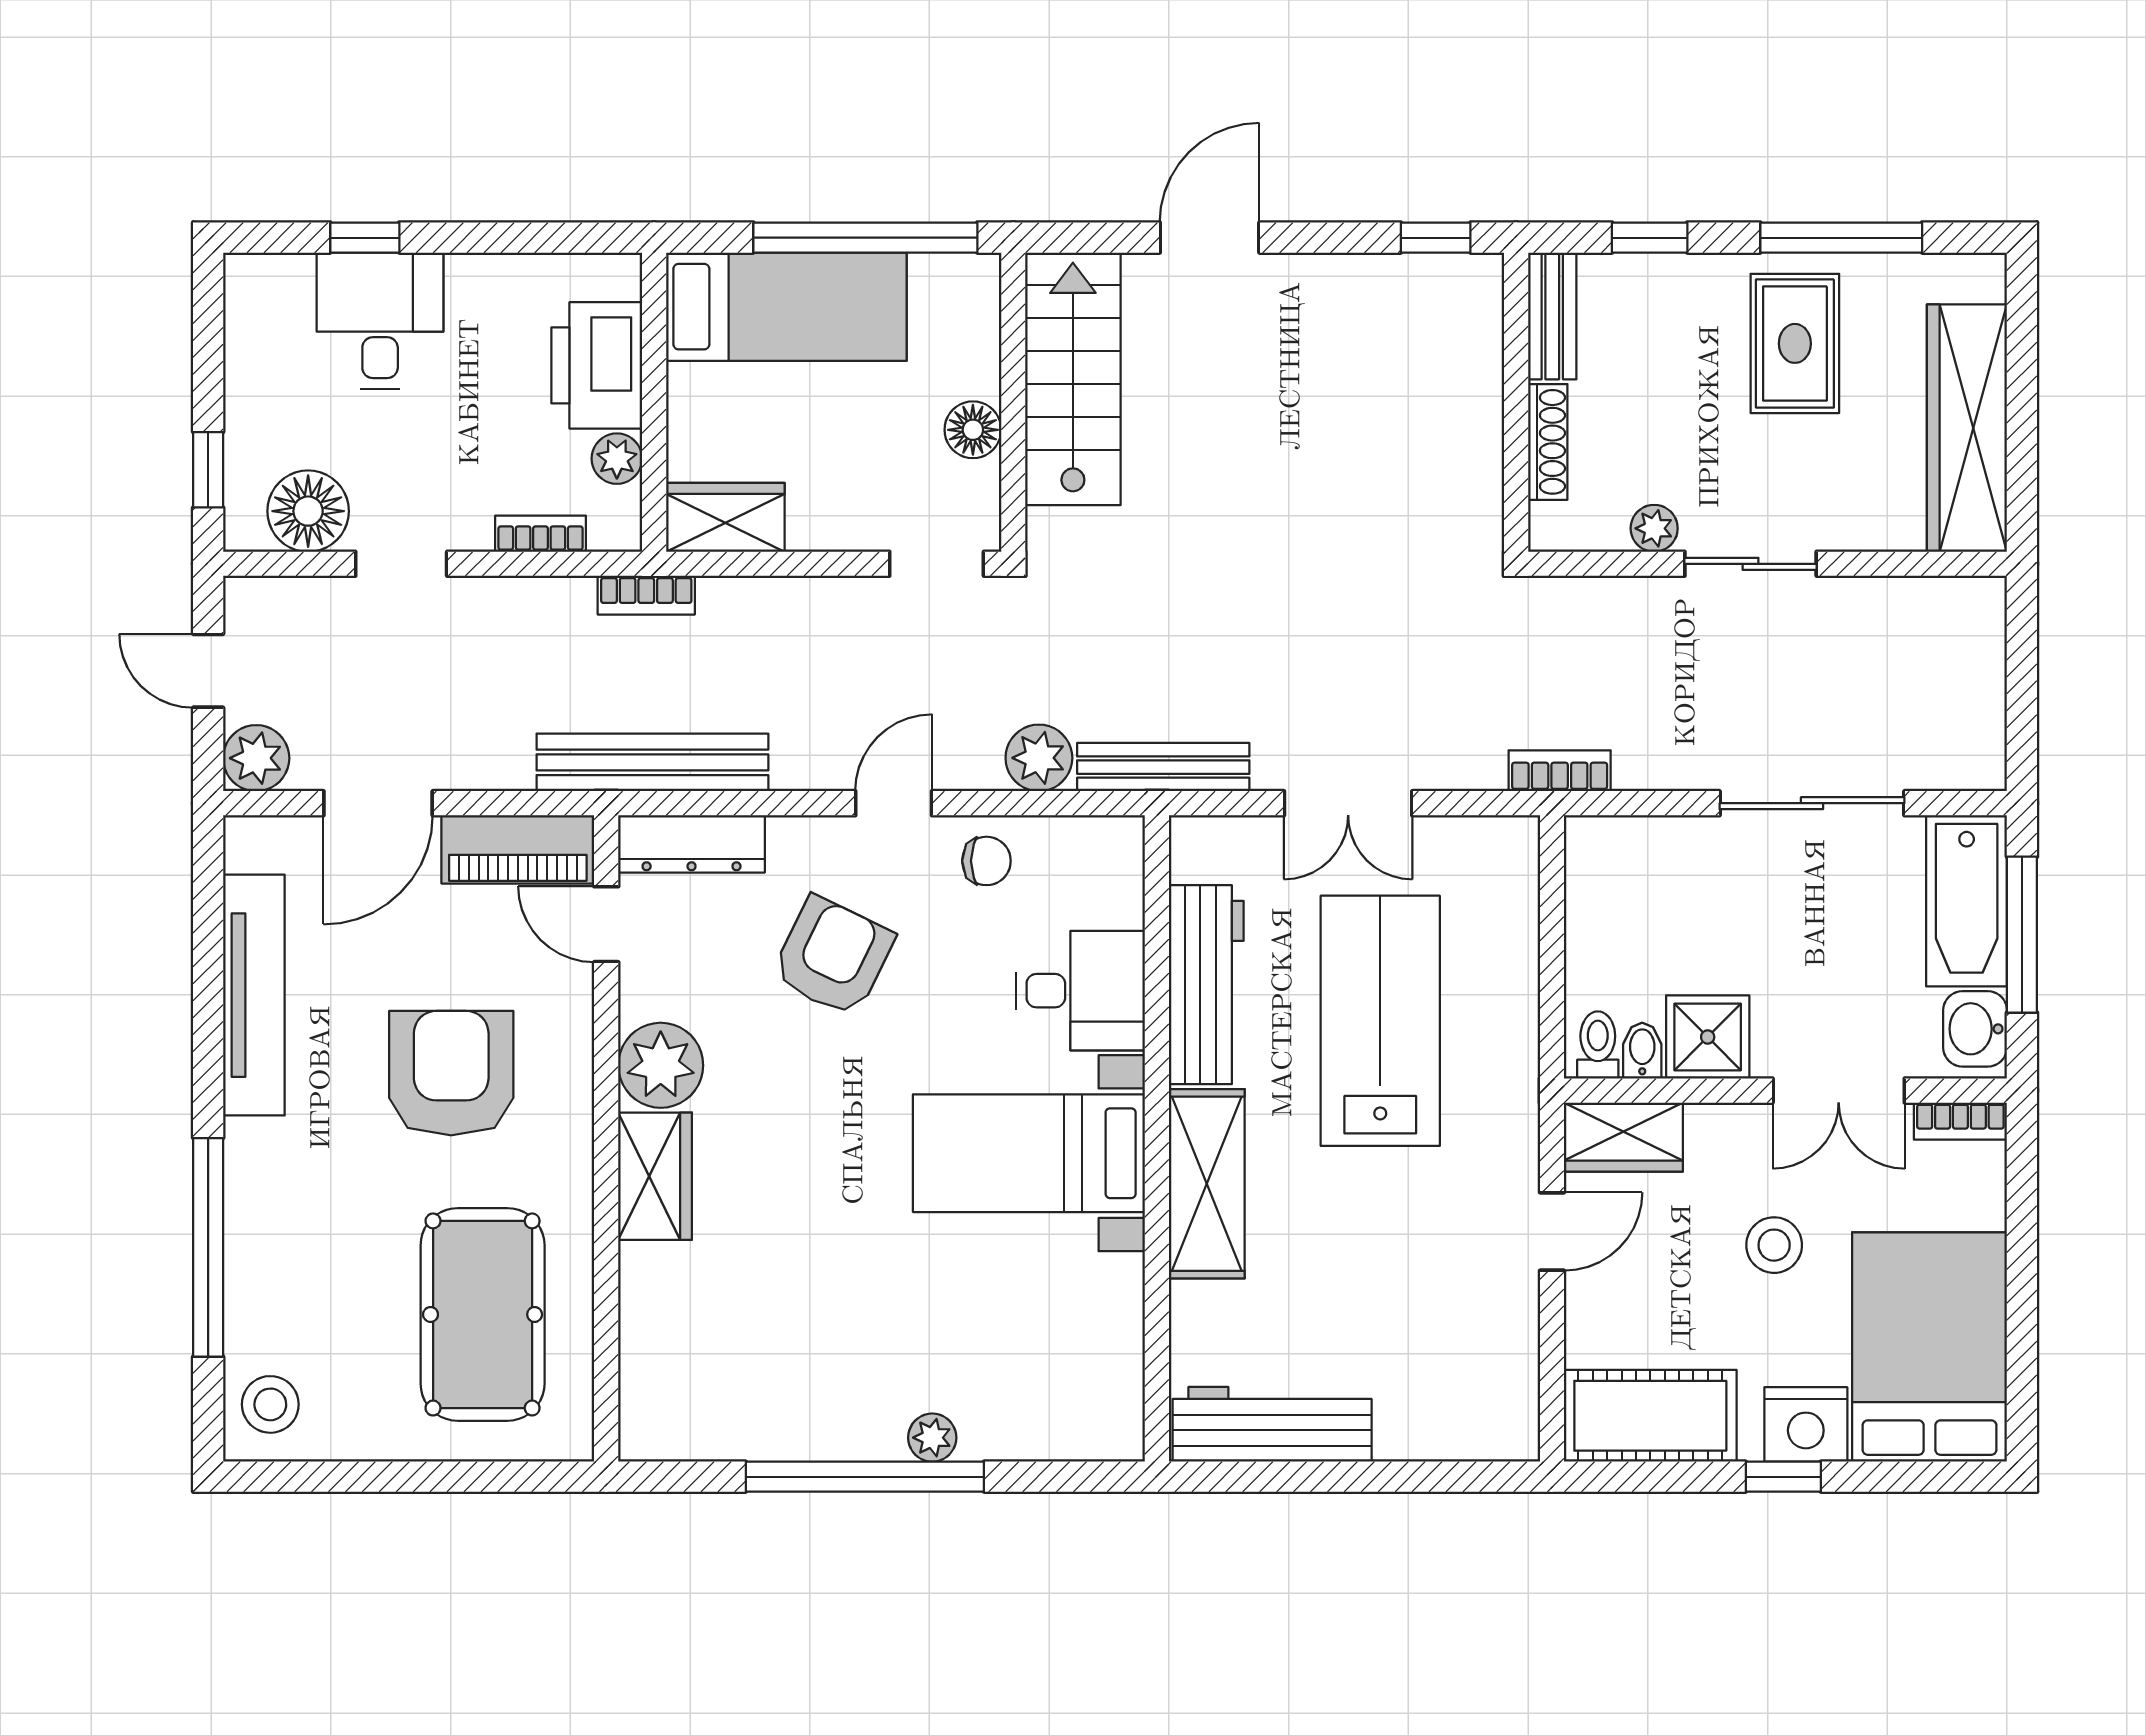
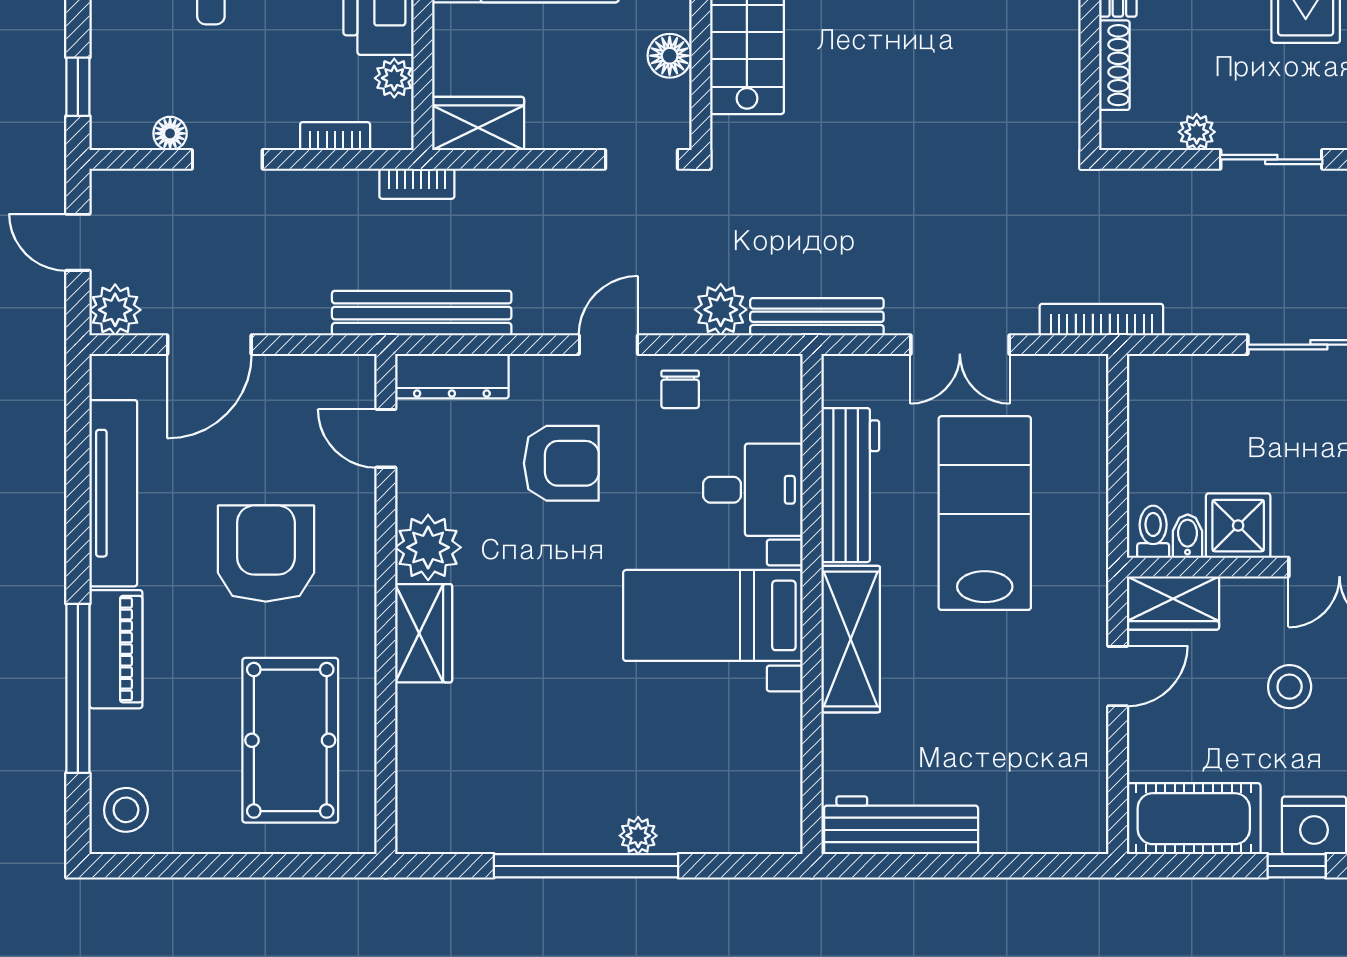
floor lamp: (308, 511) -> (170, 133), width x0.53, depth x0.53
bookcase: (1560, 771) -> (1101, 320), width x1.56
piano: (518, 849) -> (116, 649), moved, turned -90
chair: (986, 861) -> (680, 389), turned 90
armchair: (833, 956) -> (561, 463), turned 64

